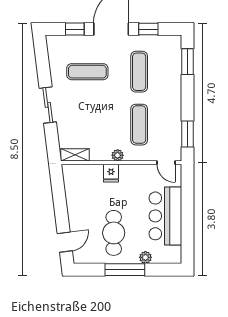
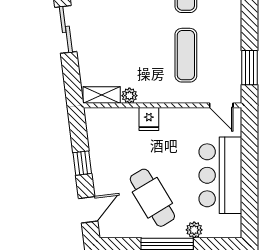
plant: (118, 155) -> (129, 96), moved
window: (60, 207) -> (82, 163), added
cafe table: (114, 233) -> (152, 198), turned -31

